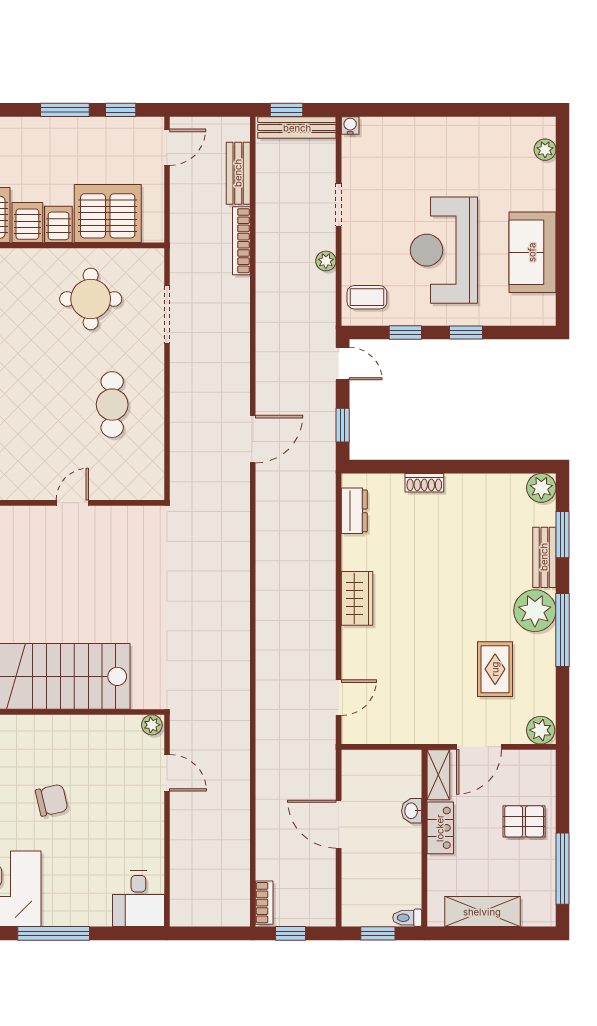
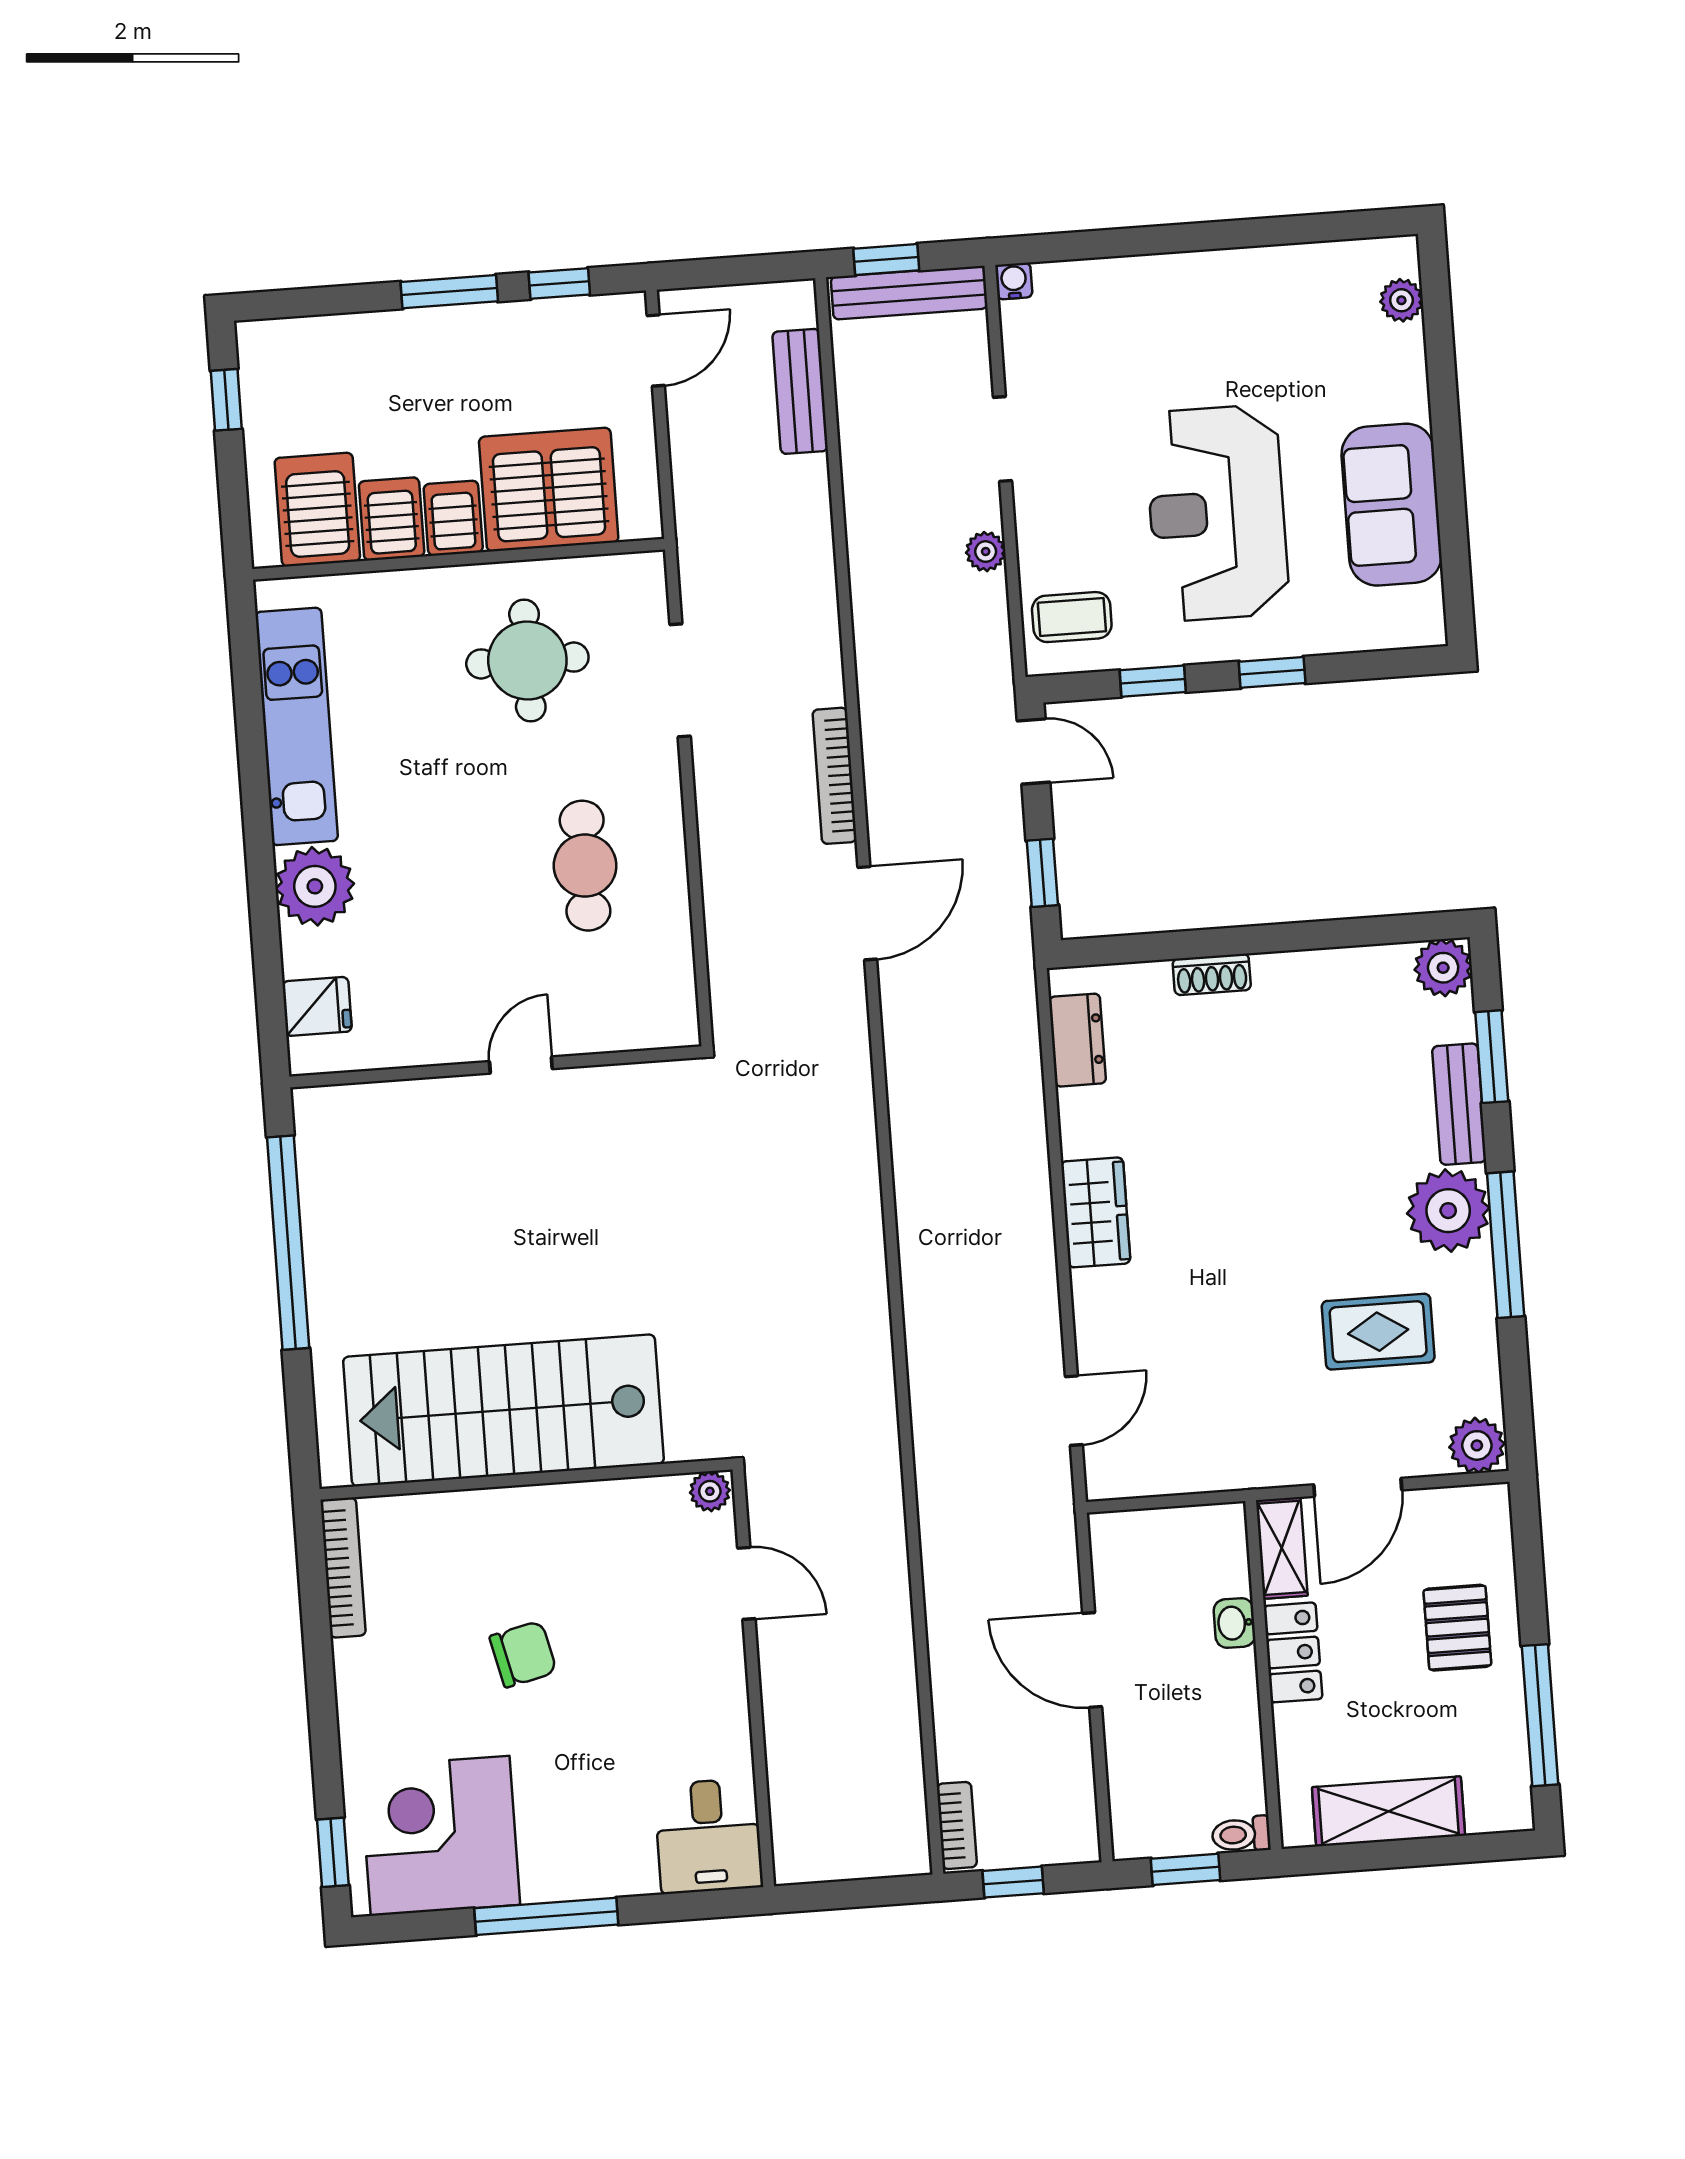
bookcase: (241, 241) -> (835, 776), moved
rug: (495, 669) -> (1378, 1332), turned 90
pallet: (524, 821) -> (1457, 1628), turned 90

